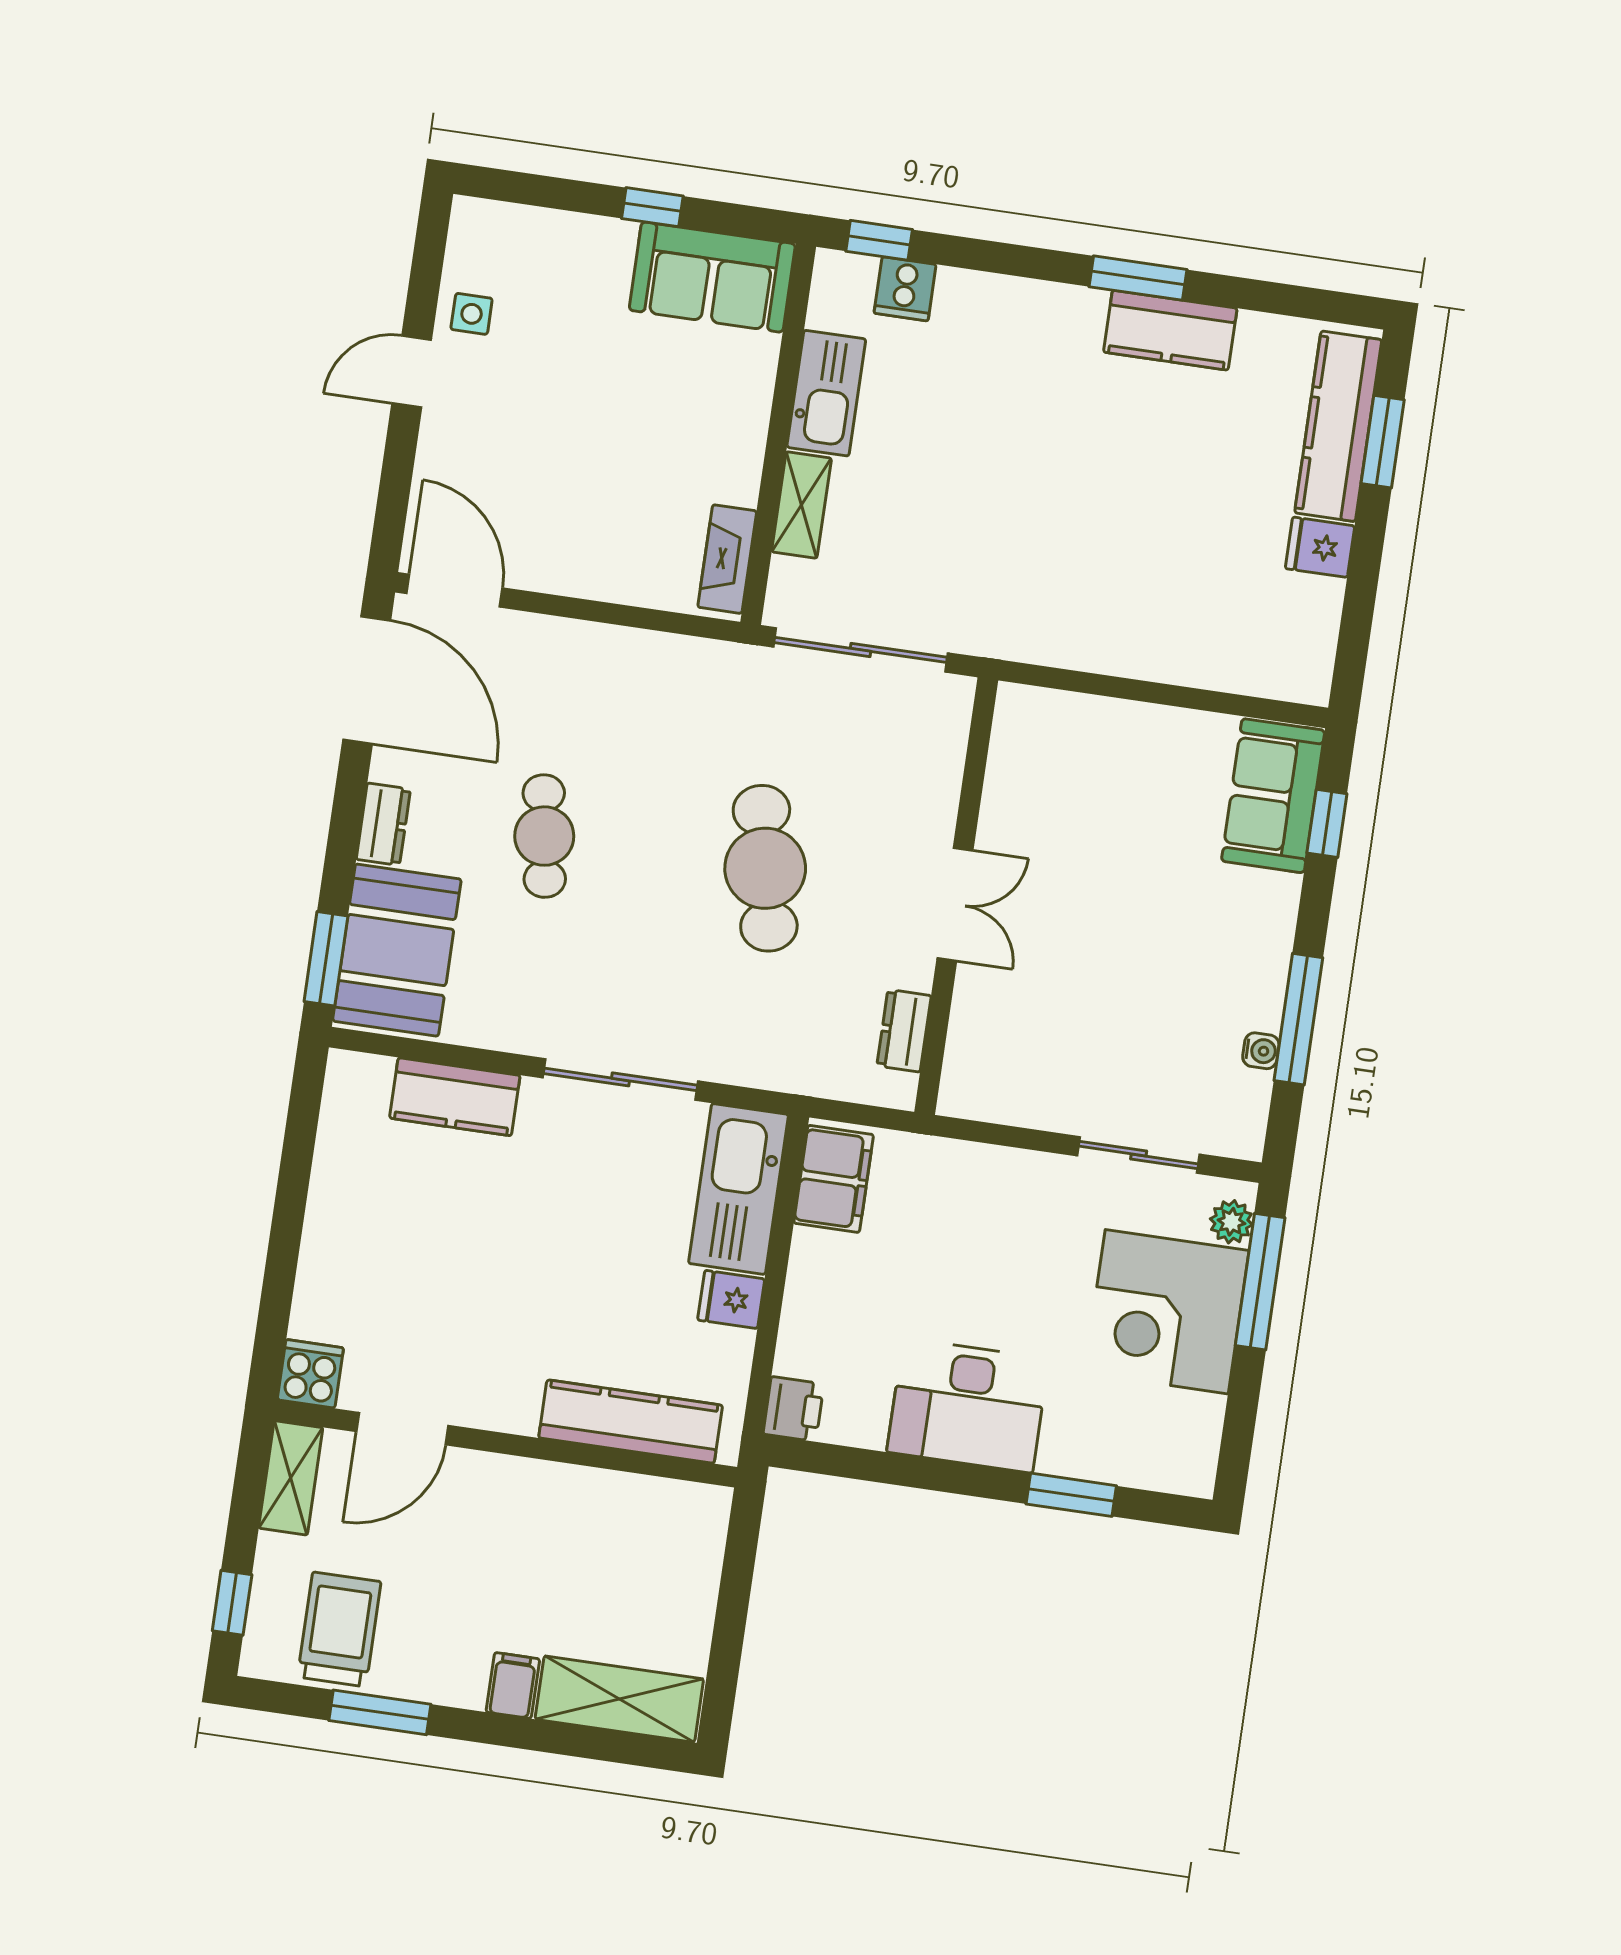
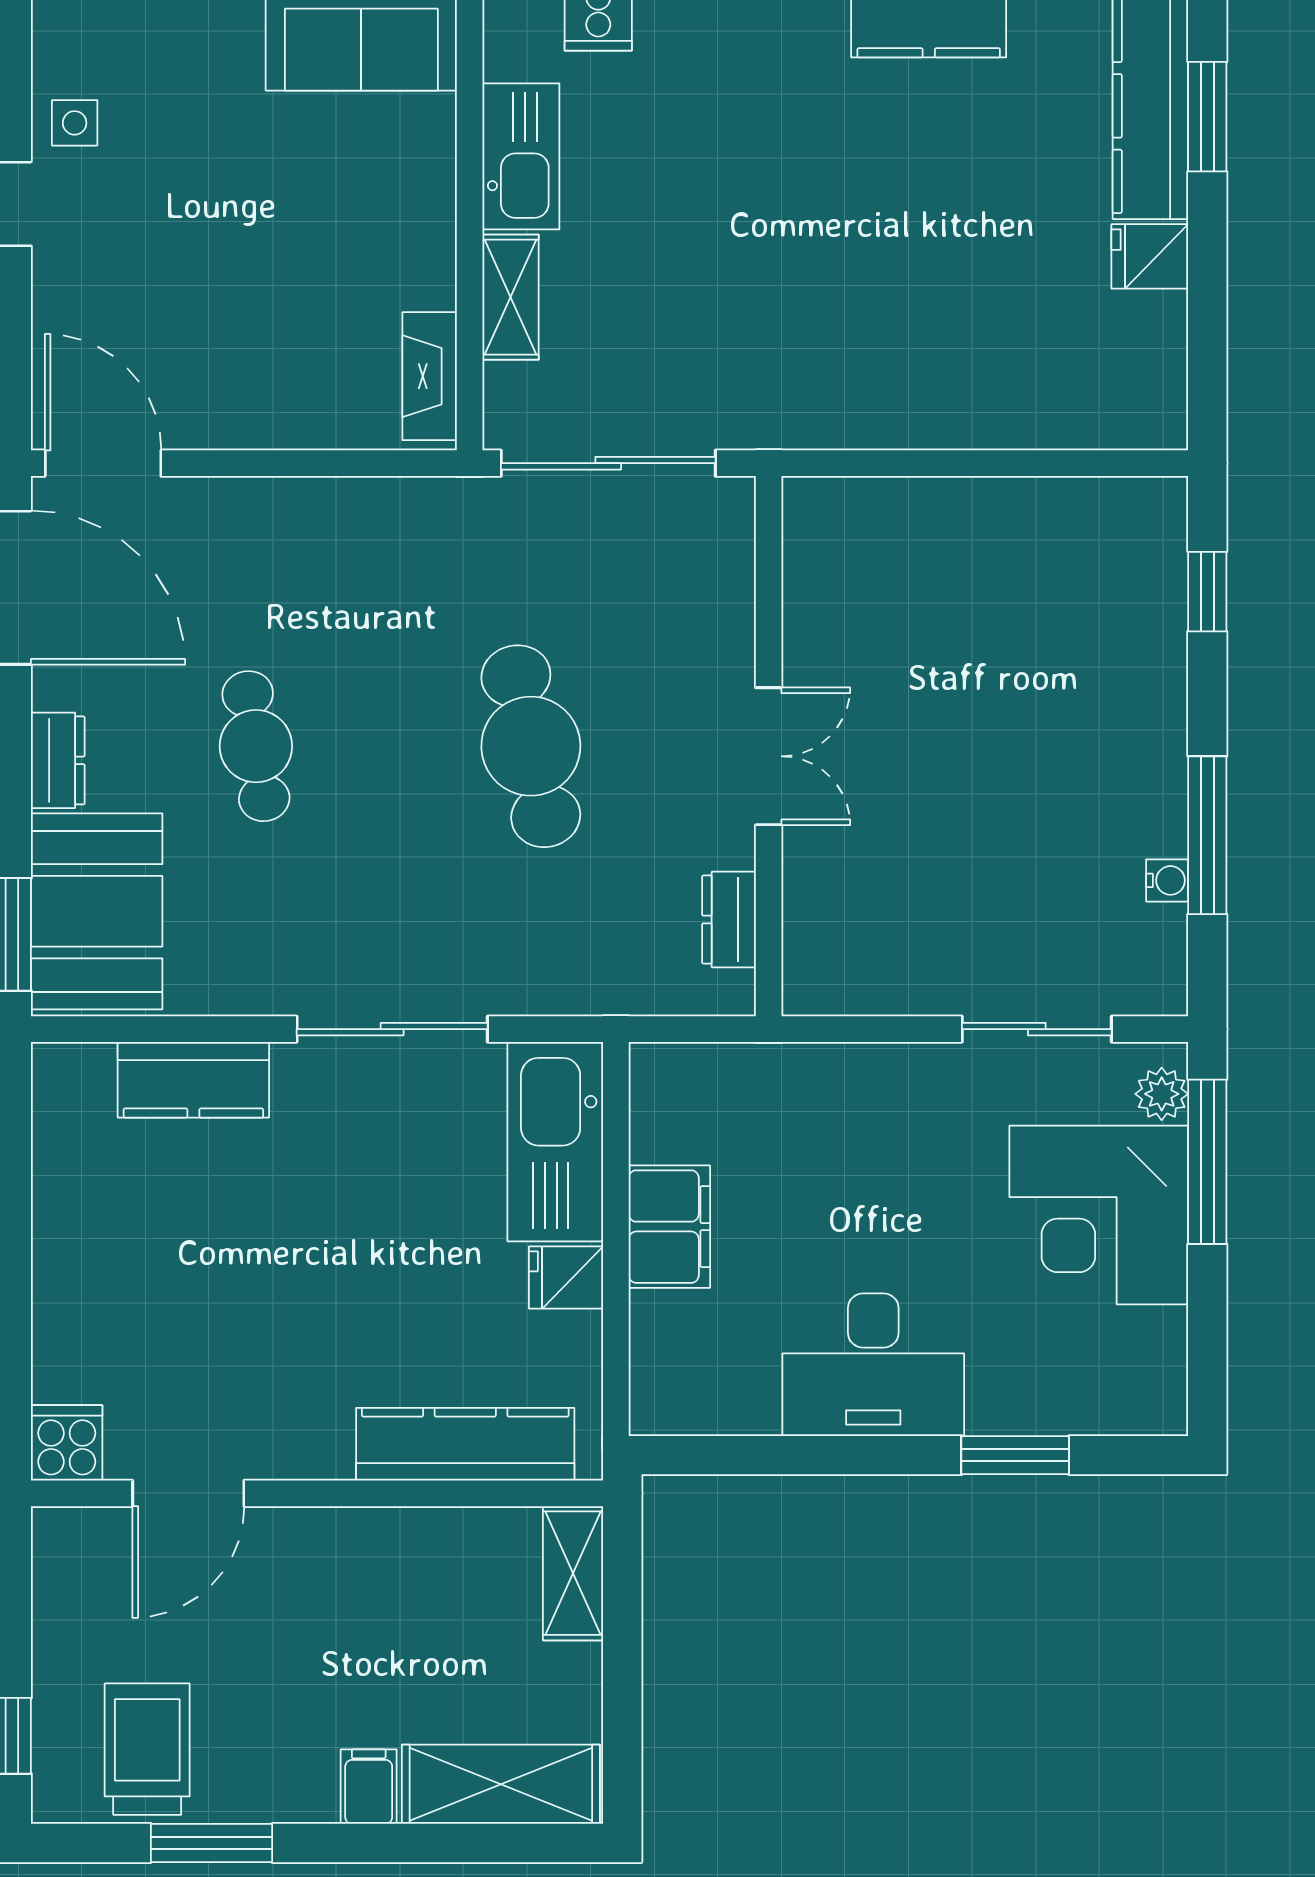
sofa: (1273, 796) -> (1137, 567), removed
filing cabinet: (834, 1179) -> (669, 1227), moved
printer: (794, 1409) -> (661, 1400), removed
shelving: (291, 1478) -> (573, 1573), moved

